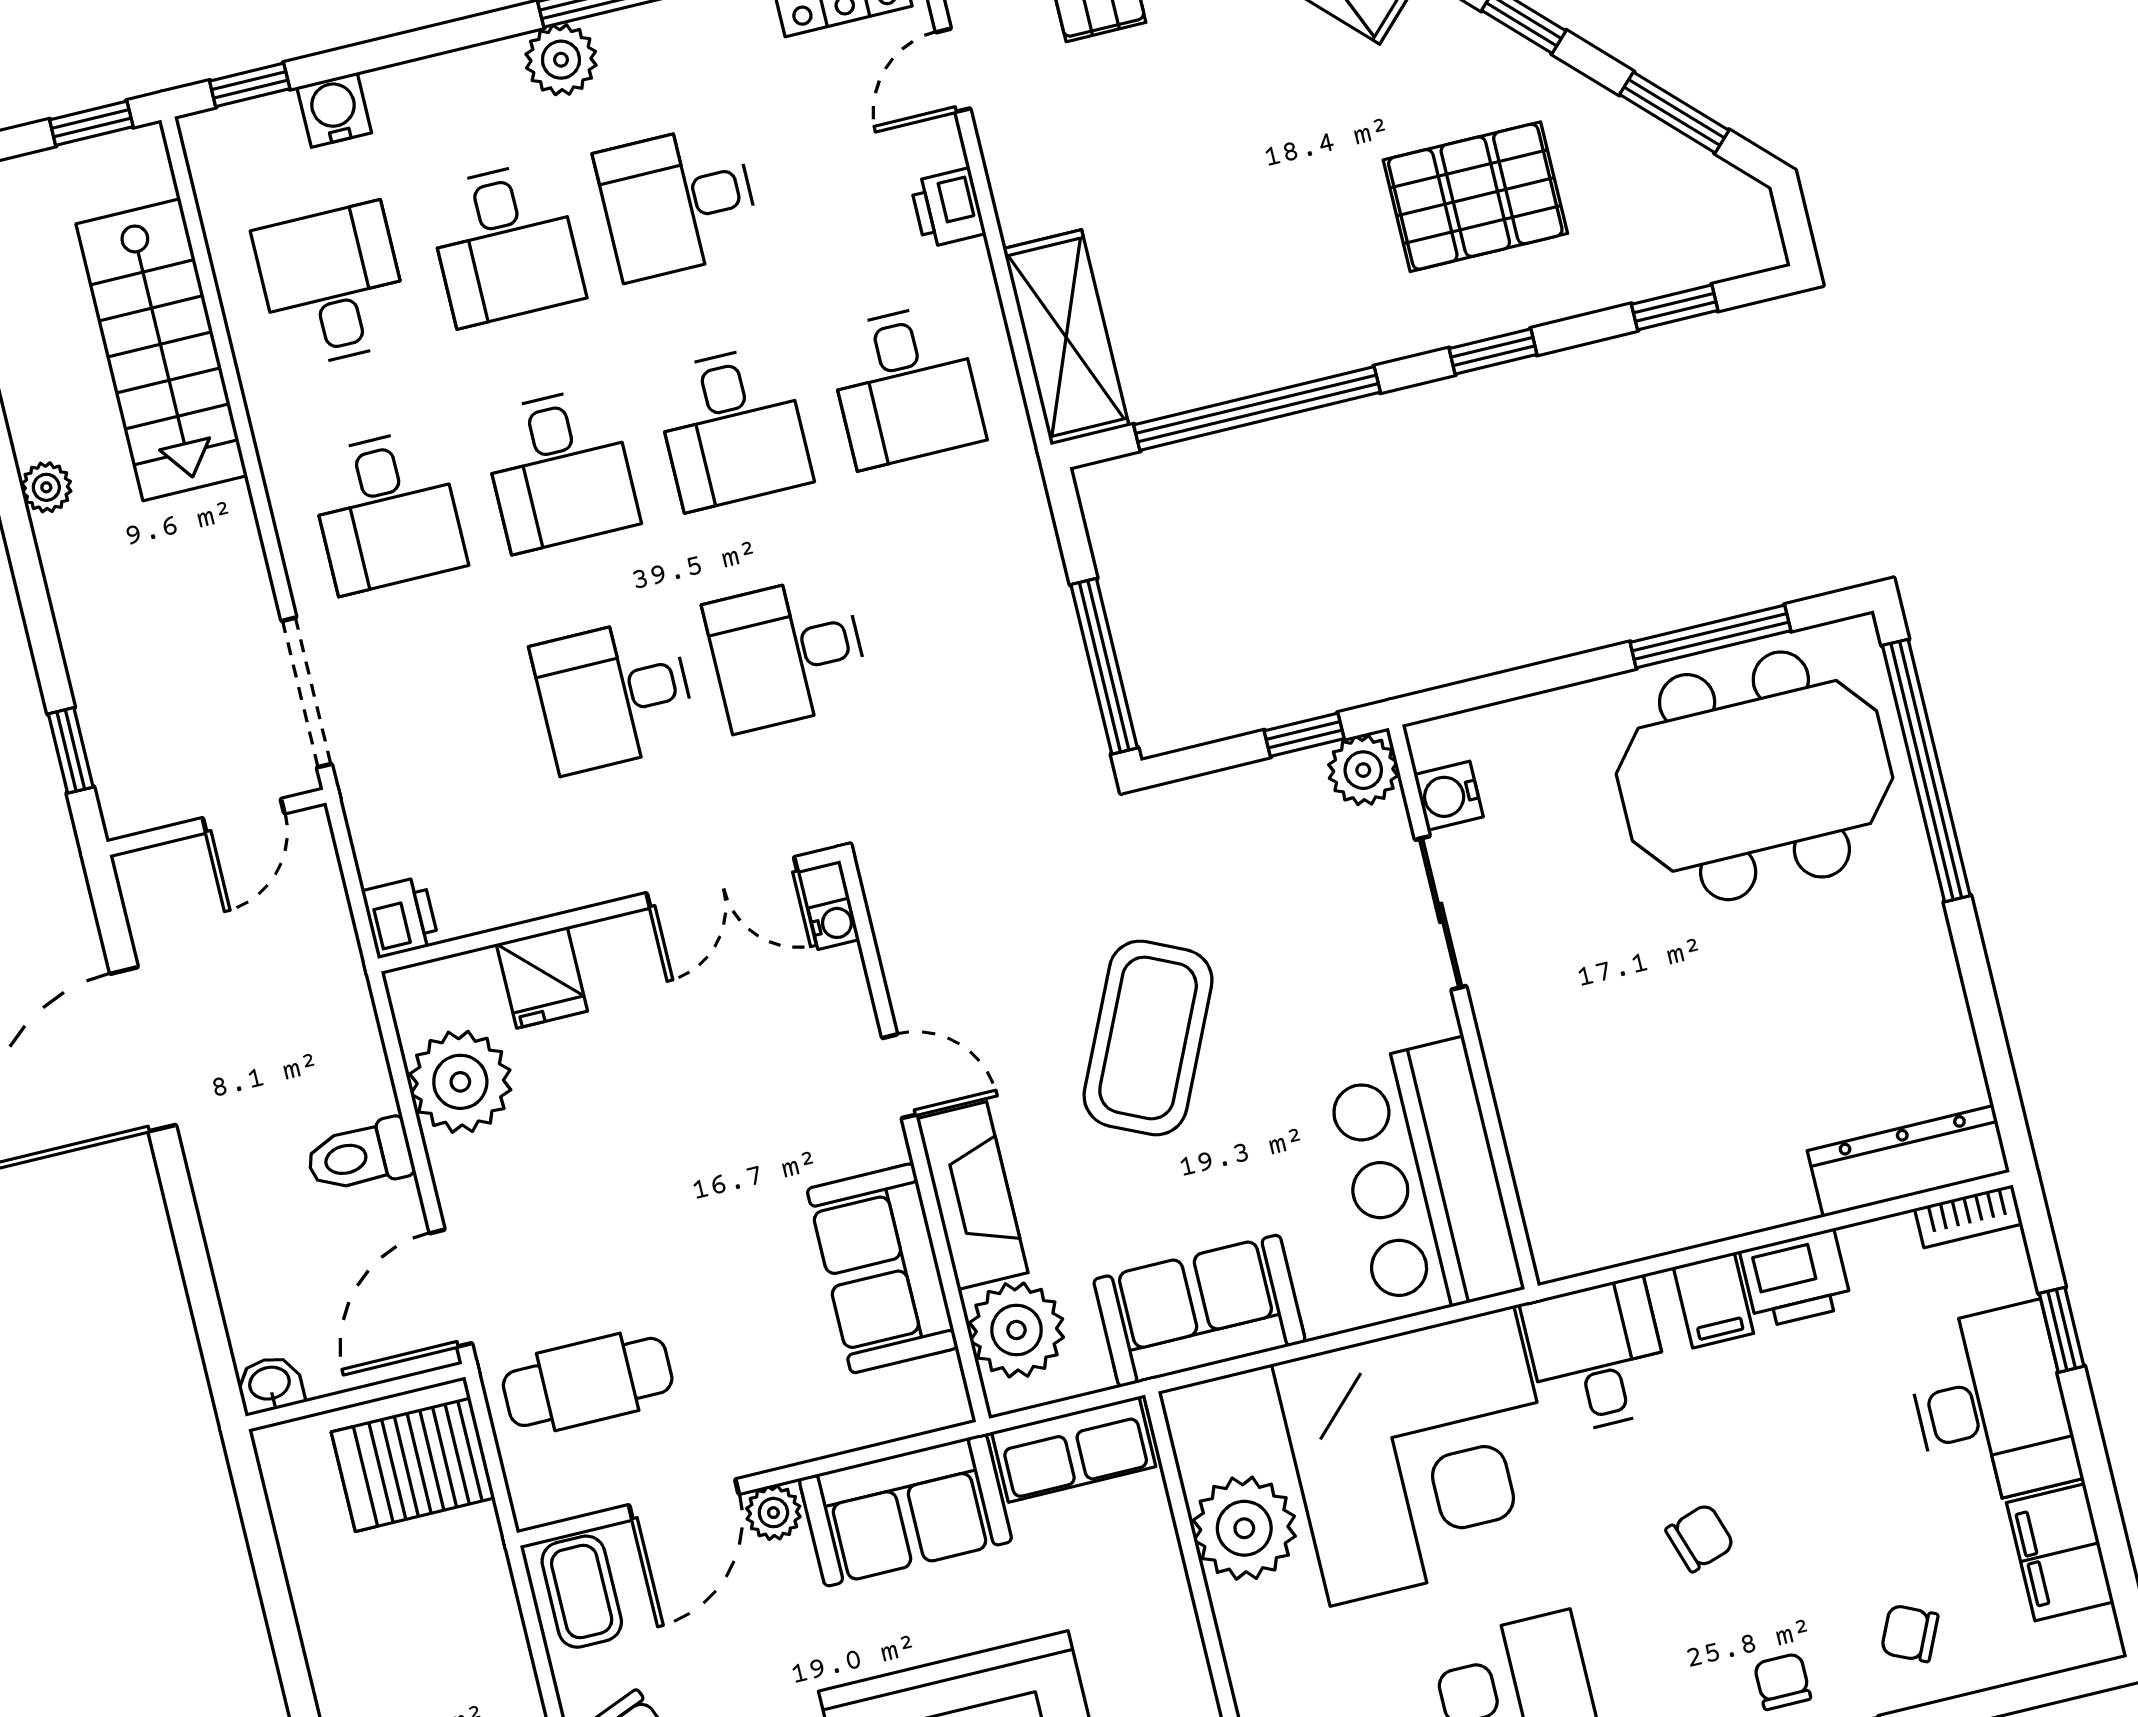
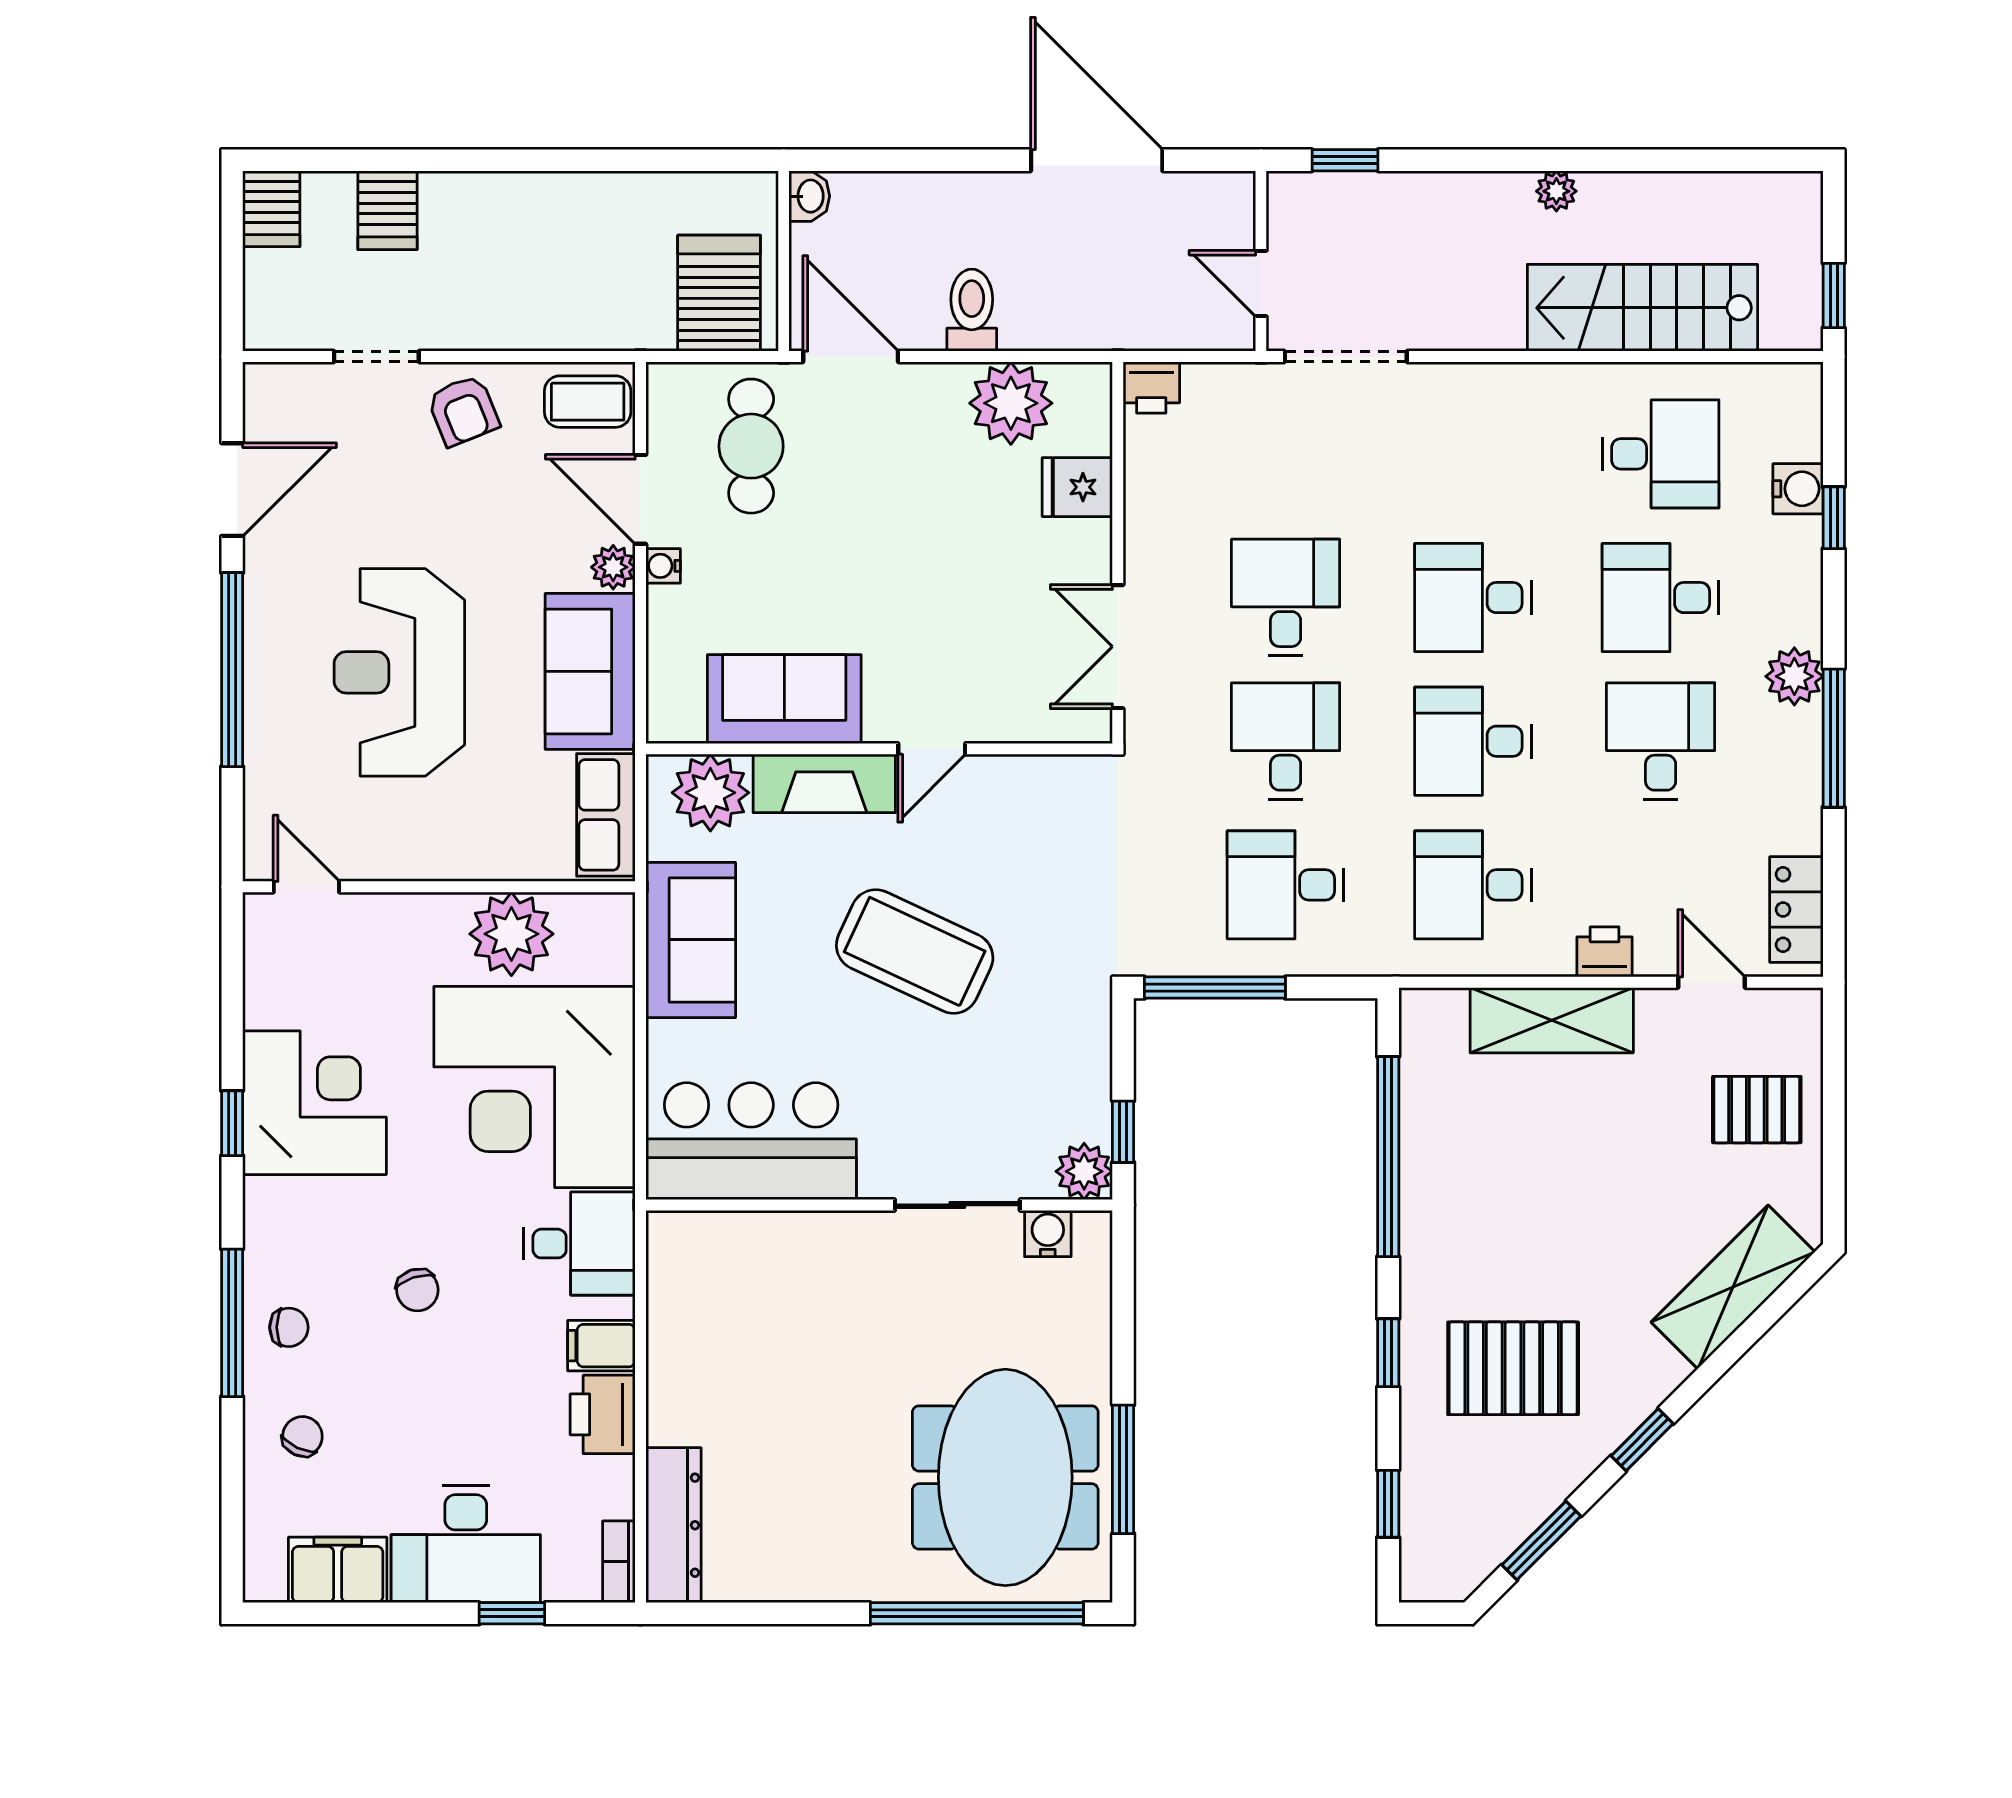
window: (250, 85) -> (1834, 518), moved
pallet: (1475, 197) -> (1513, 1368), turned 90
shelving: (1066, 337) -> (1552, 1020), moved
desk: (387, 511) -> (1286, 885), moved
water cooler: (834, 924) -> (663, 566), moved, turned 90

